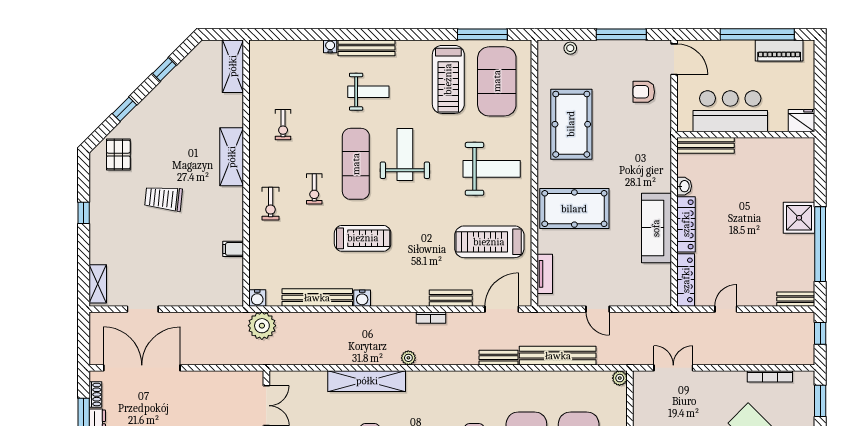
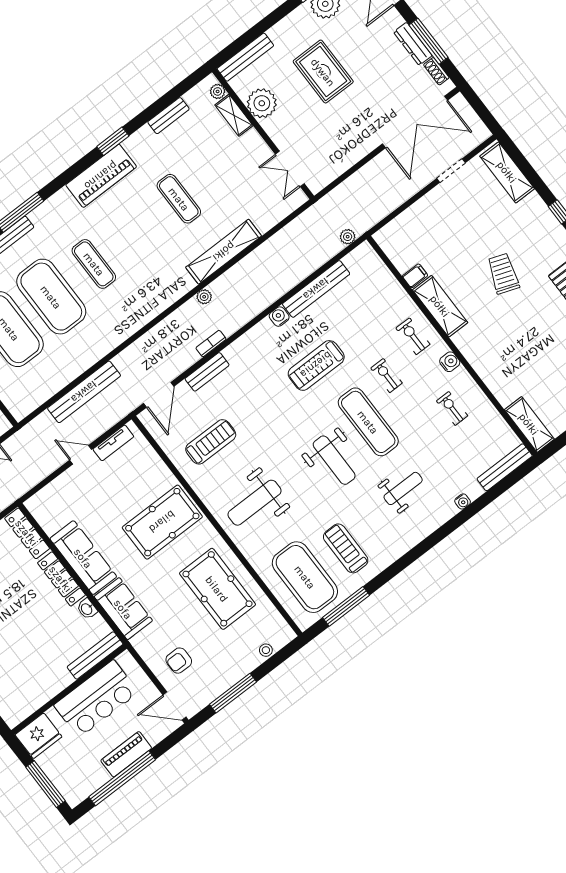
bench: (366, 48) -> (505, 467), moved
piano: (779, 51) -> (126, 754), moved
window: (820, 75) -> (45, 784), added
treadmill: (448, 79) -> (346, 548), width x0.73, depth x0.73
weight bench: (368, 92) -> (403, 488), turned 180
armchair: (644, 92) -> (179, 661), turned 180
fridge: (801, 121) -> (39, 736), width x1.36, depth x1.34
shelving: (232, 157) -> (440, 306), moved
sofa: (656, 165) -> (123, 609), added
trolley: (164, 198) -> (503, 274), turned -76
treadmill: (489, 242) -> (211, 442), width x0.73, depth x0.73
tv unit: (545, 274) -> (113, 443), moved, turned -90
shelving: (98, 284) -> (507, 172), width x1.50, depth x1.33
water cooler: (257, 298) -> (450, 362), moved, turned 90
plant: (262, 326) -> (348, 237), width x0.53, depth x0.53
bench: (498, 358) -> (131, 353), removed
plant: (620, 378) -> (19, 412), removed

